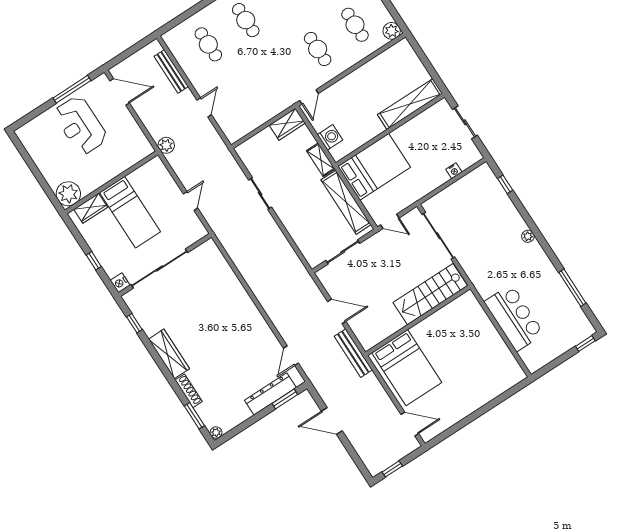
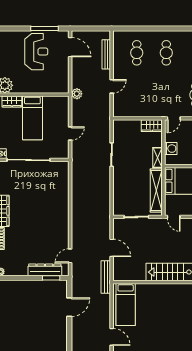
reception desk: (80, 125) -> (36, 52), turned 180
bed: (407, 368) -> (126, 304), width x0.67
door: (332, 421) -> (69, 307), swing flipped

